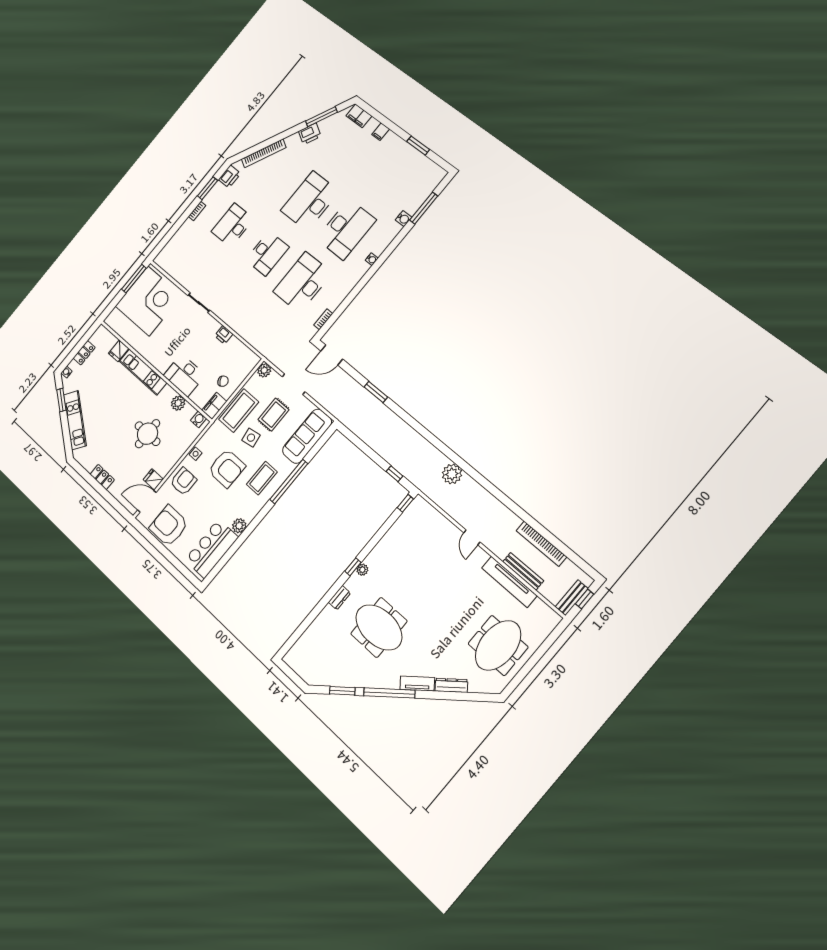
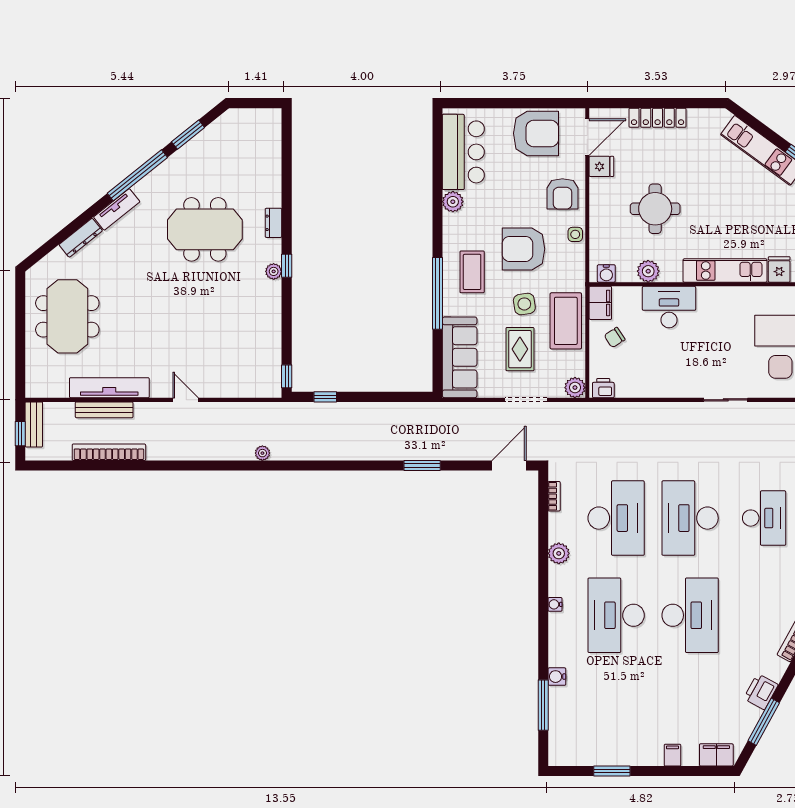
desk: (267, 253) -> (690, 518), width x1.36, depth x1.30
plant: (347, 286) -> (559, 553), added
printer: (224, 335) -> (603, 388), moved
plant: (452, 474) -> (262, 453), width x0.53, depth x0.53
locker: (102, 477) -> (658, 118), width x1.53

